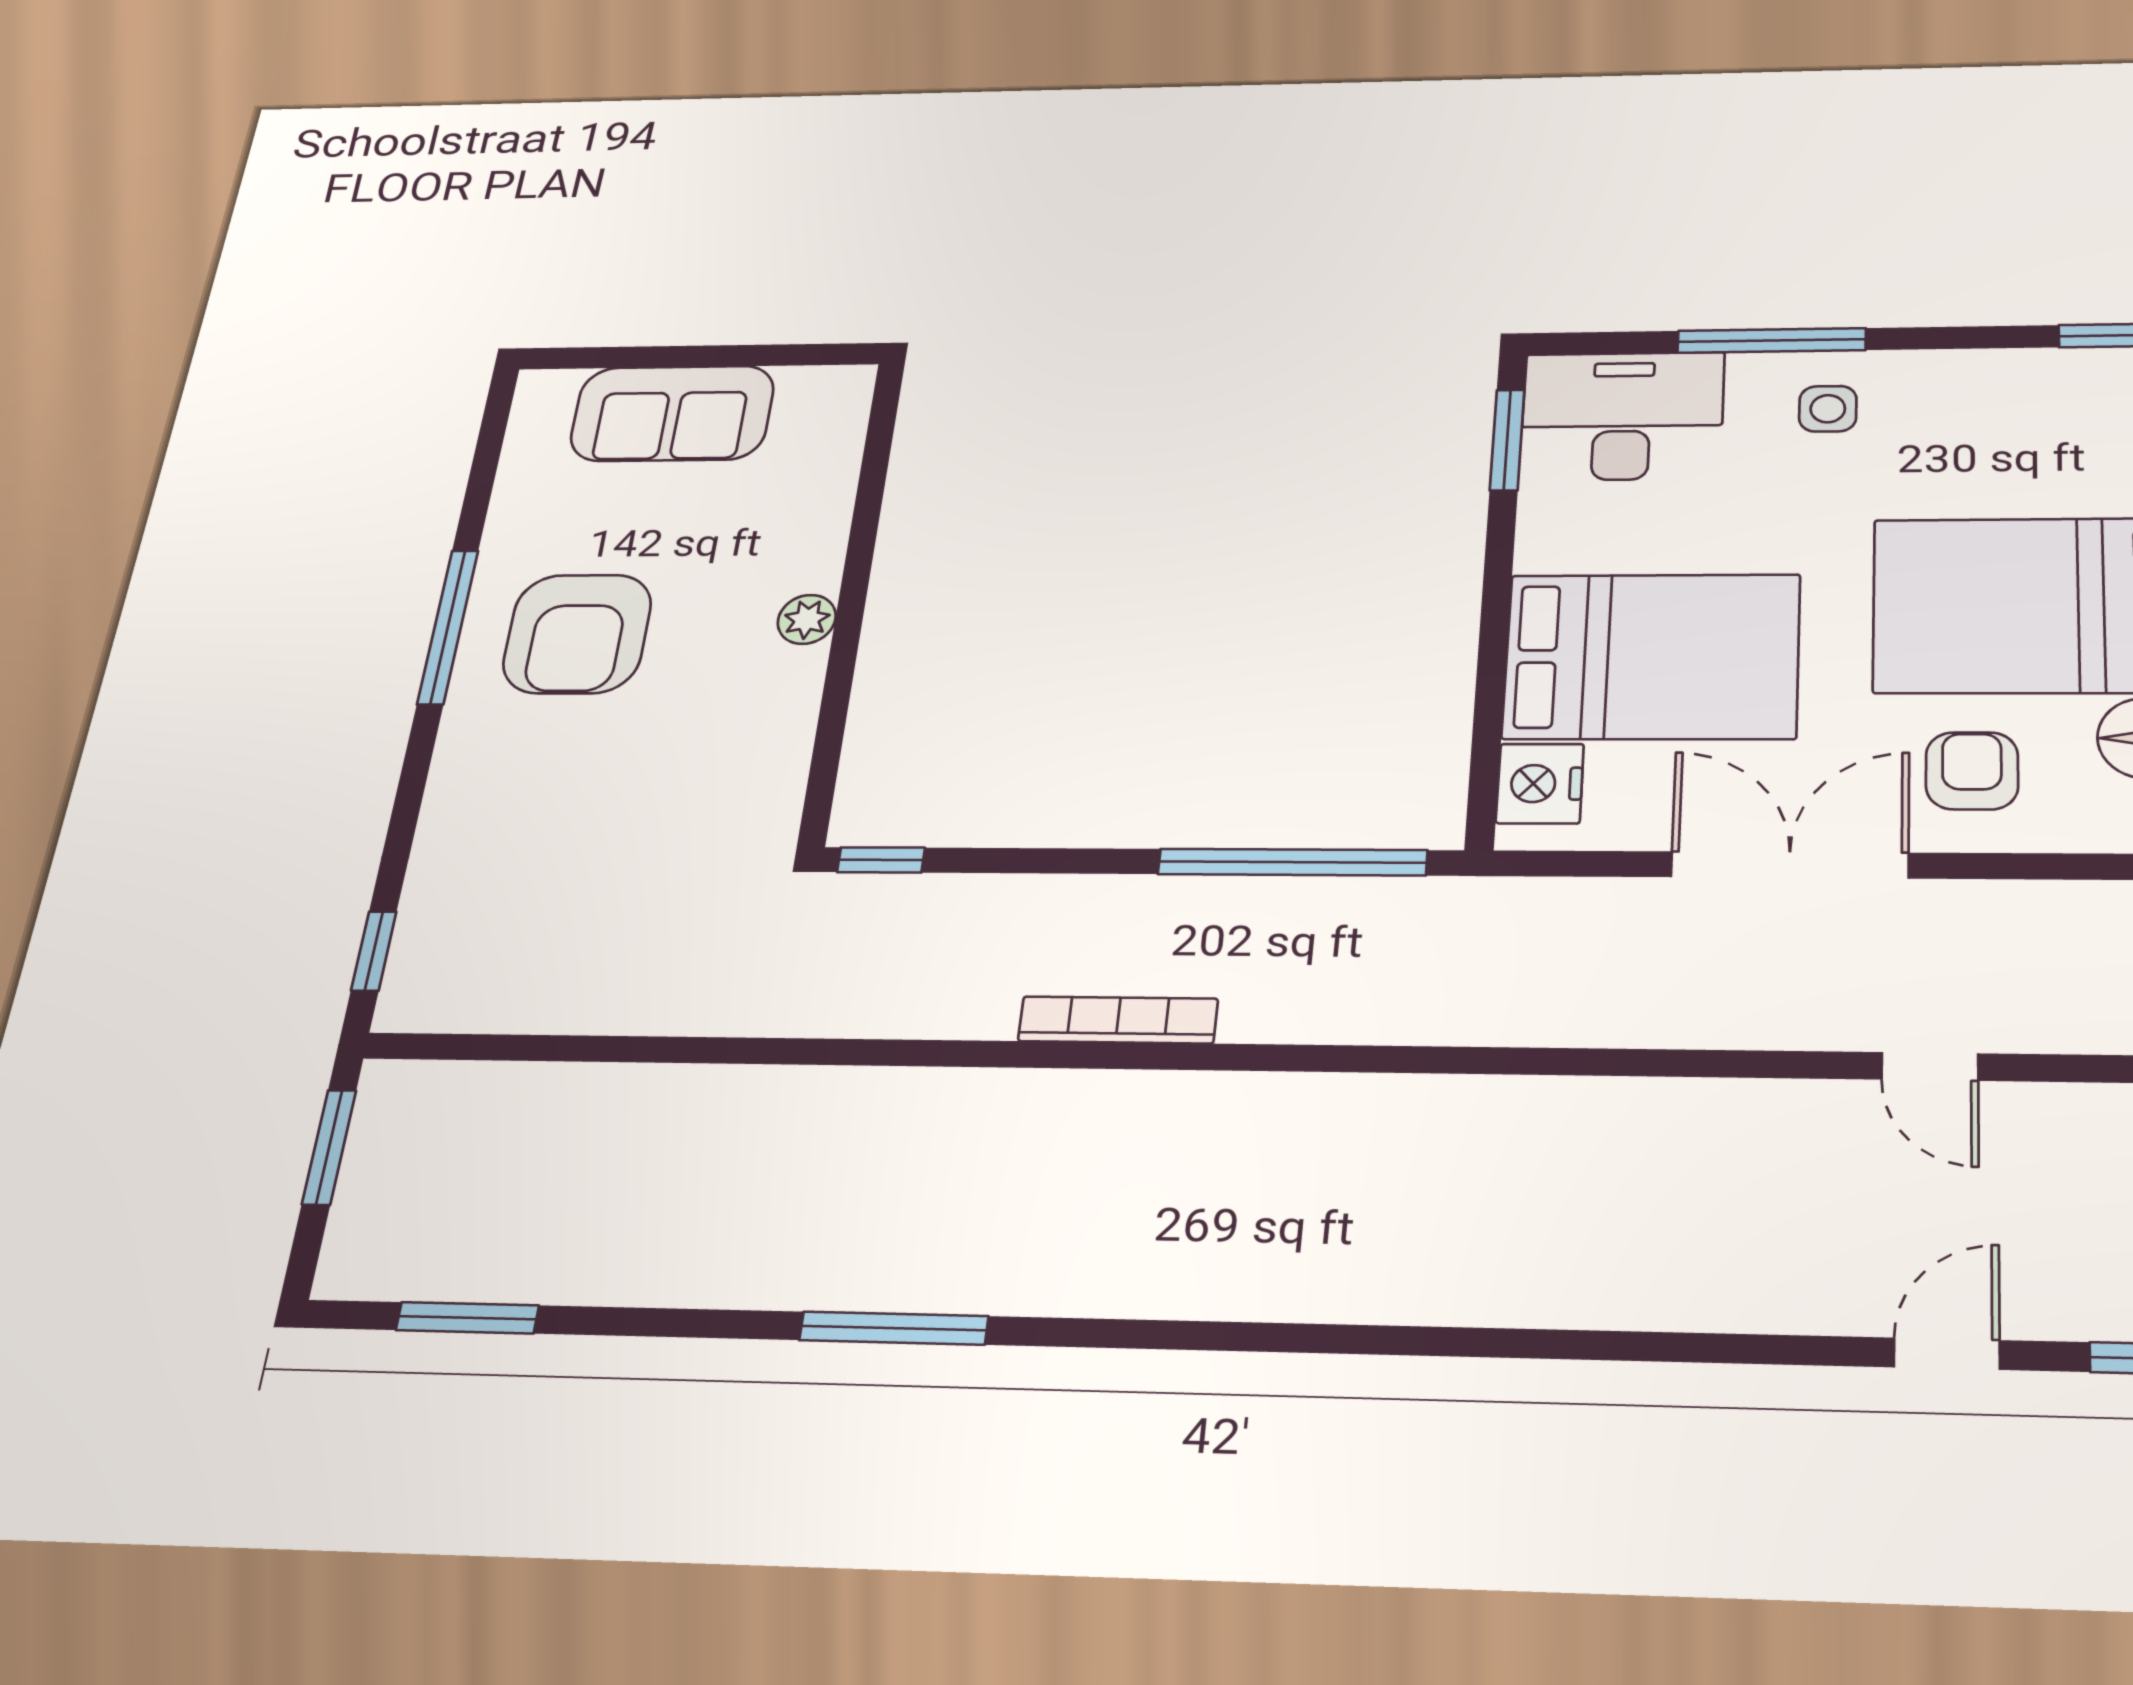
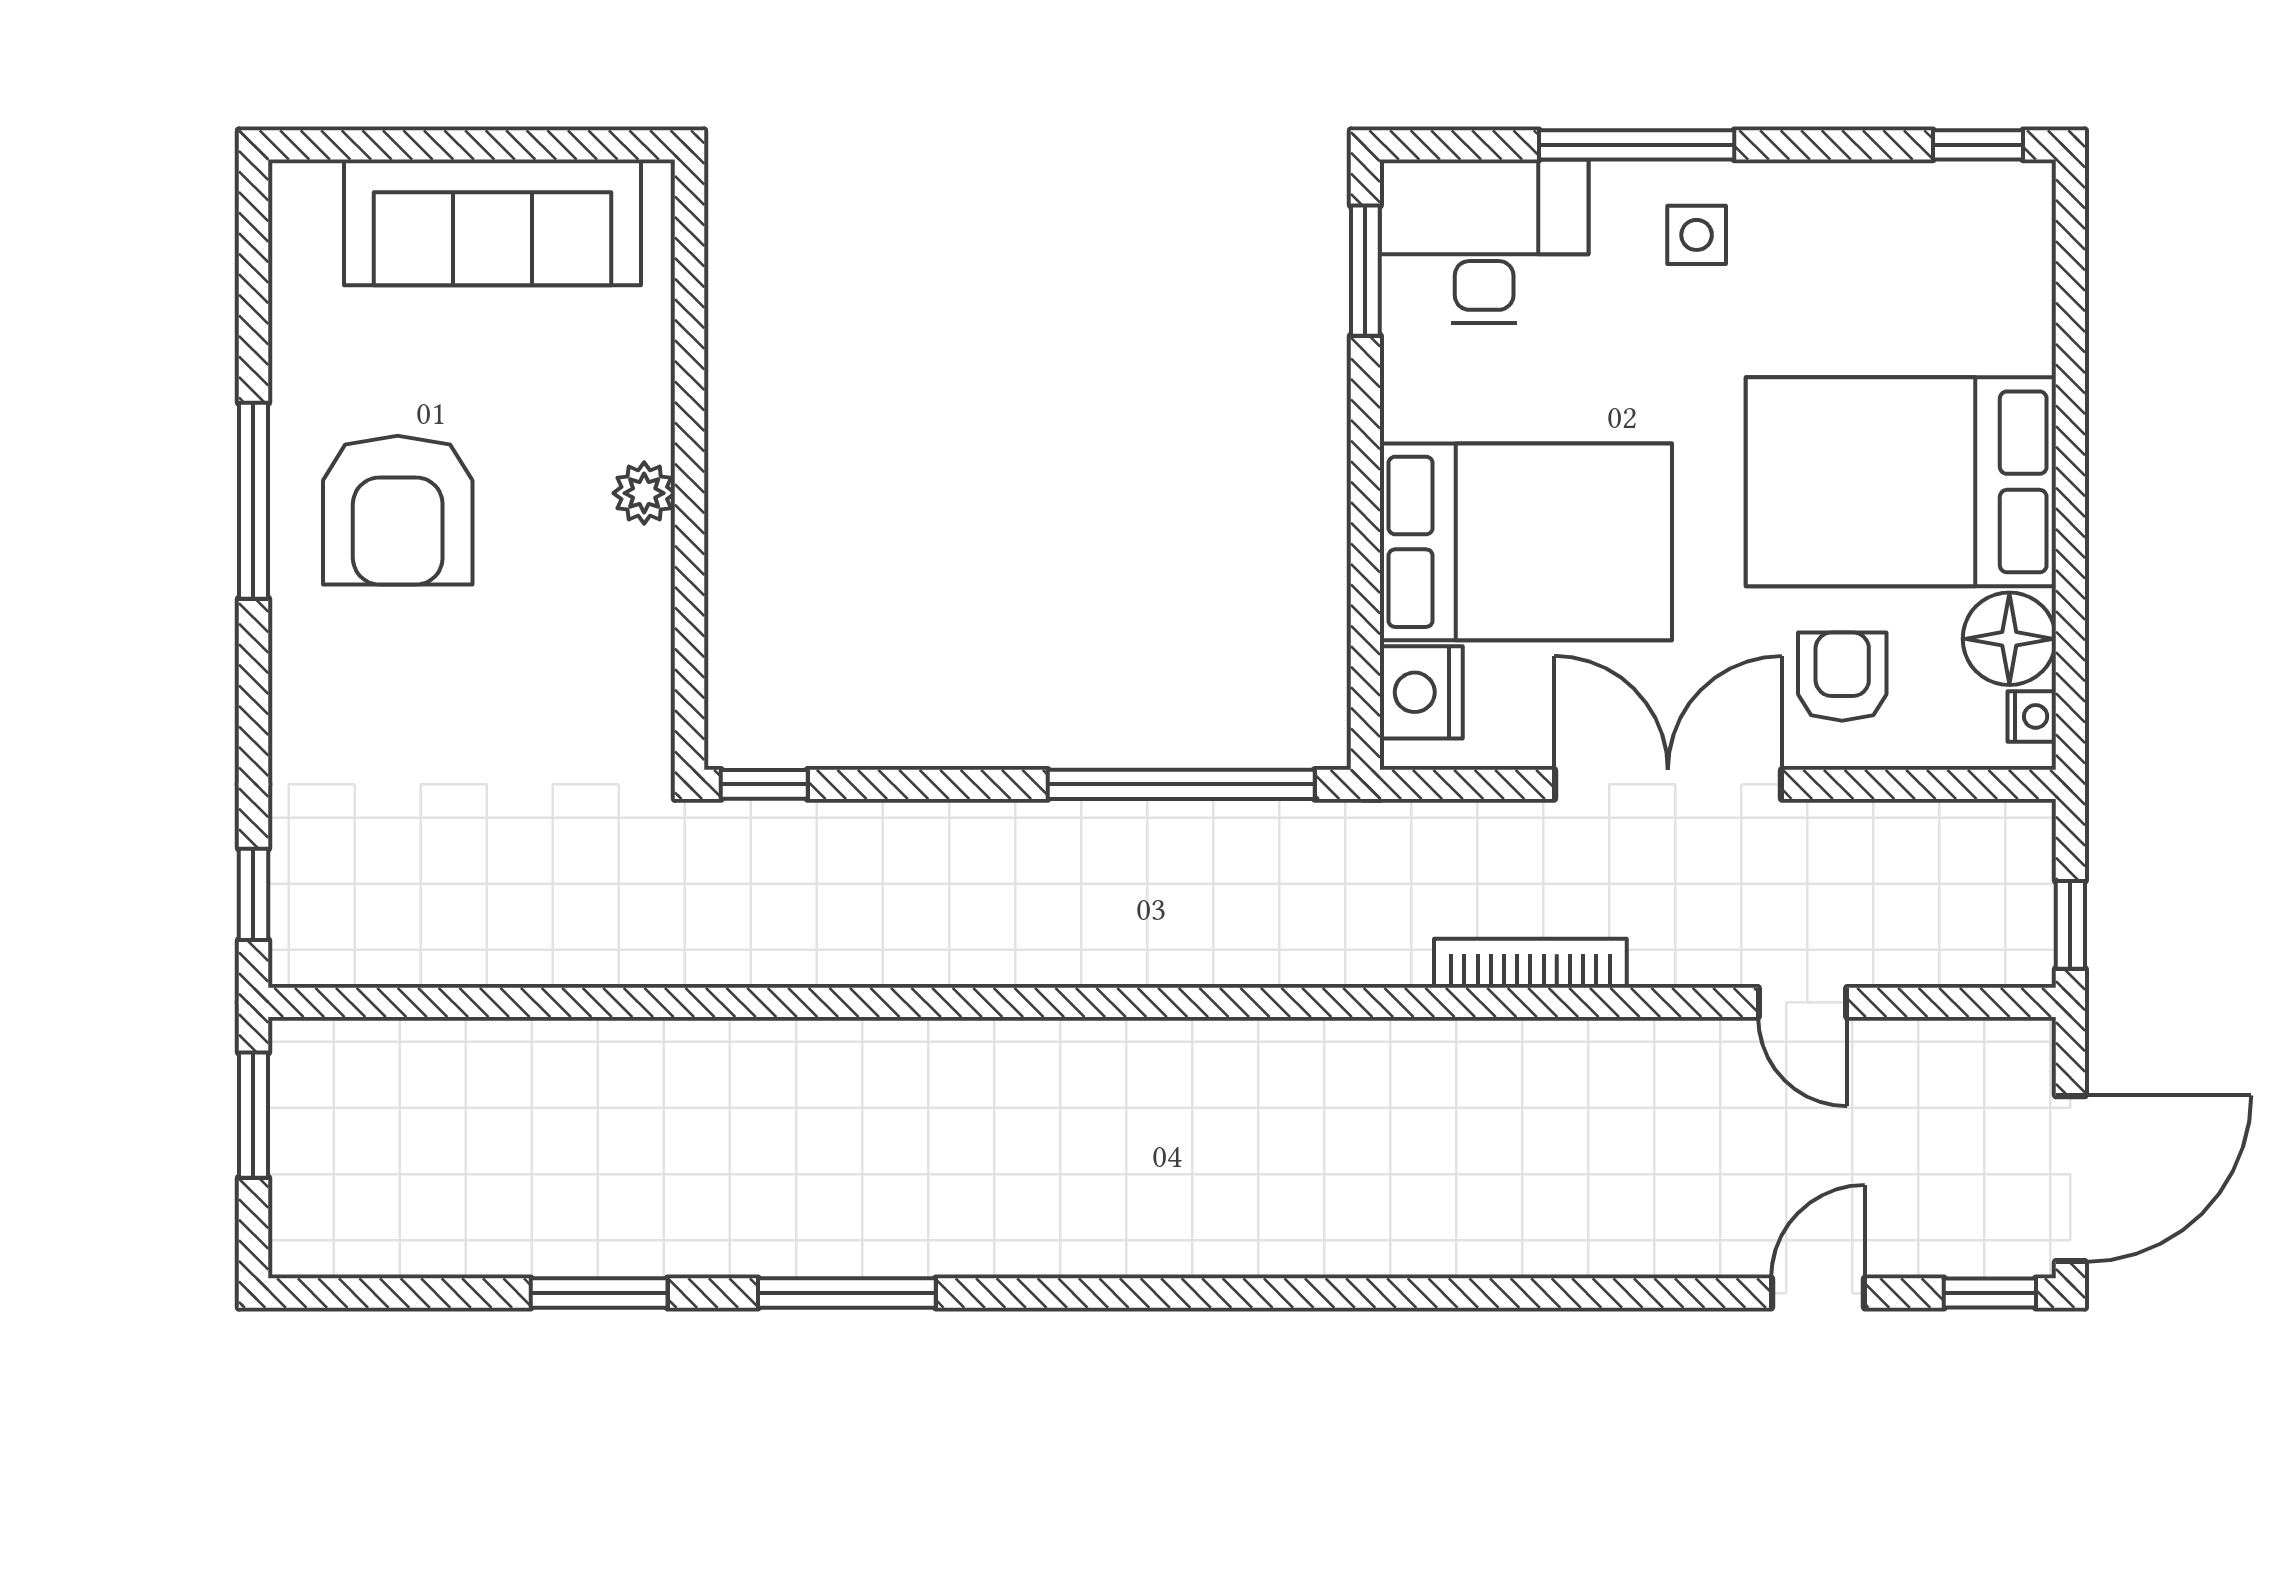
sofa: (672, 413) -> (493, 222), width x1.36
bookcase: (1118, 1020) -> (1530, 963), moved
window: (467, 1318) -> (599, 1293), moved

